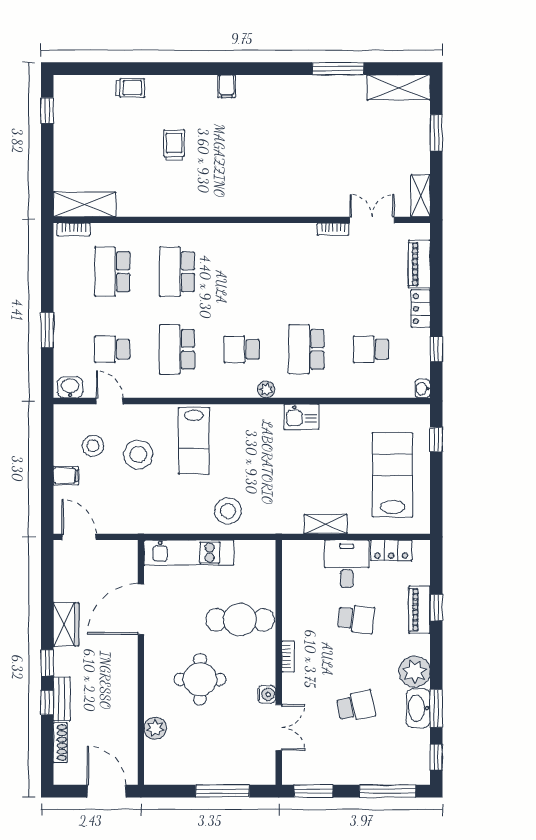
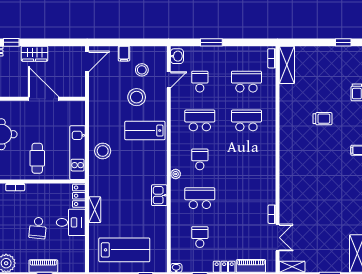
locker: (391, 550) -> (79, 196), moved
kitchen unit: (189, 553) -> (78, 153), moved
cafe table: (240, 620) -> (37, 158), width x0.73, depth x0.74

